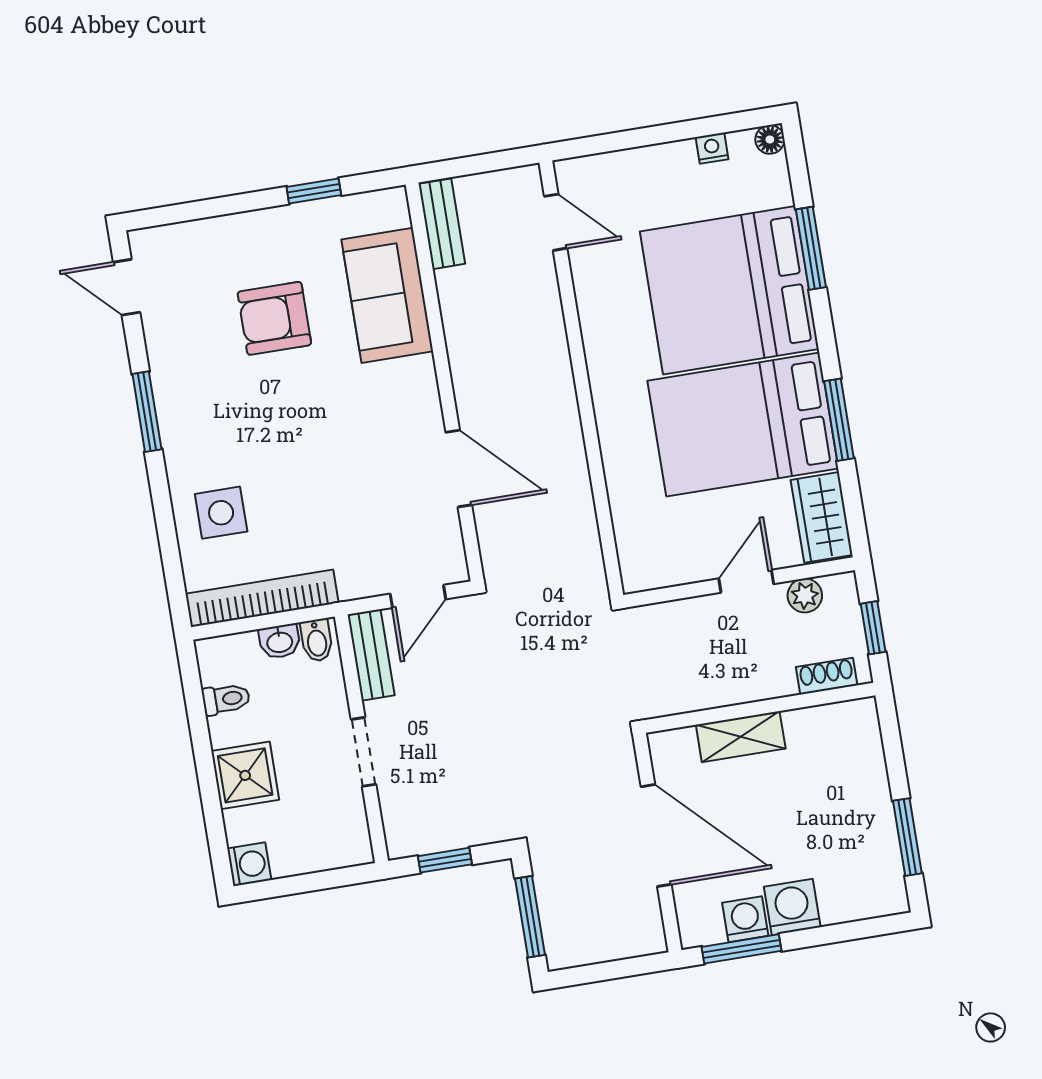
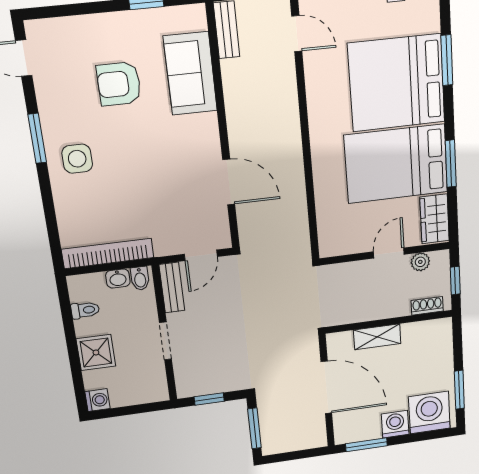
side table: (221, 513) -> (77, 159), moved
washing machine: (745, 919) -> (429, 413), moved, width x1.89, depth x1.89

